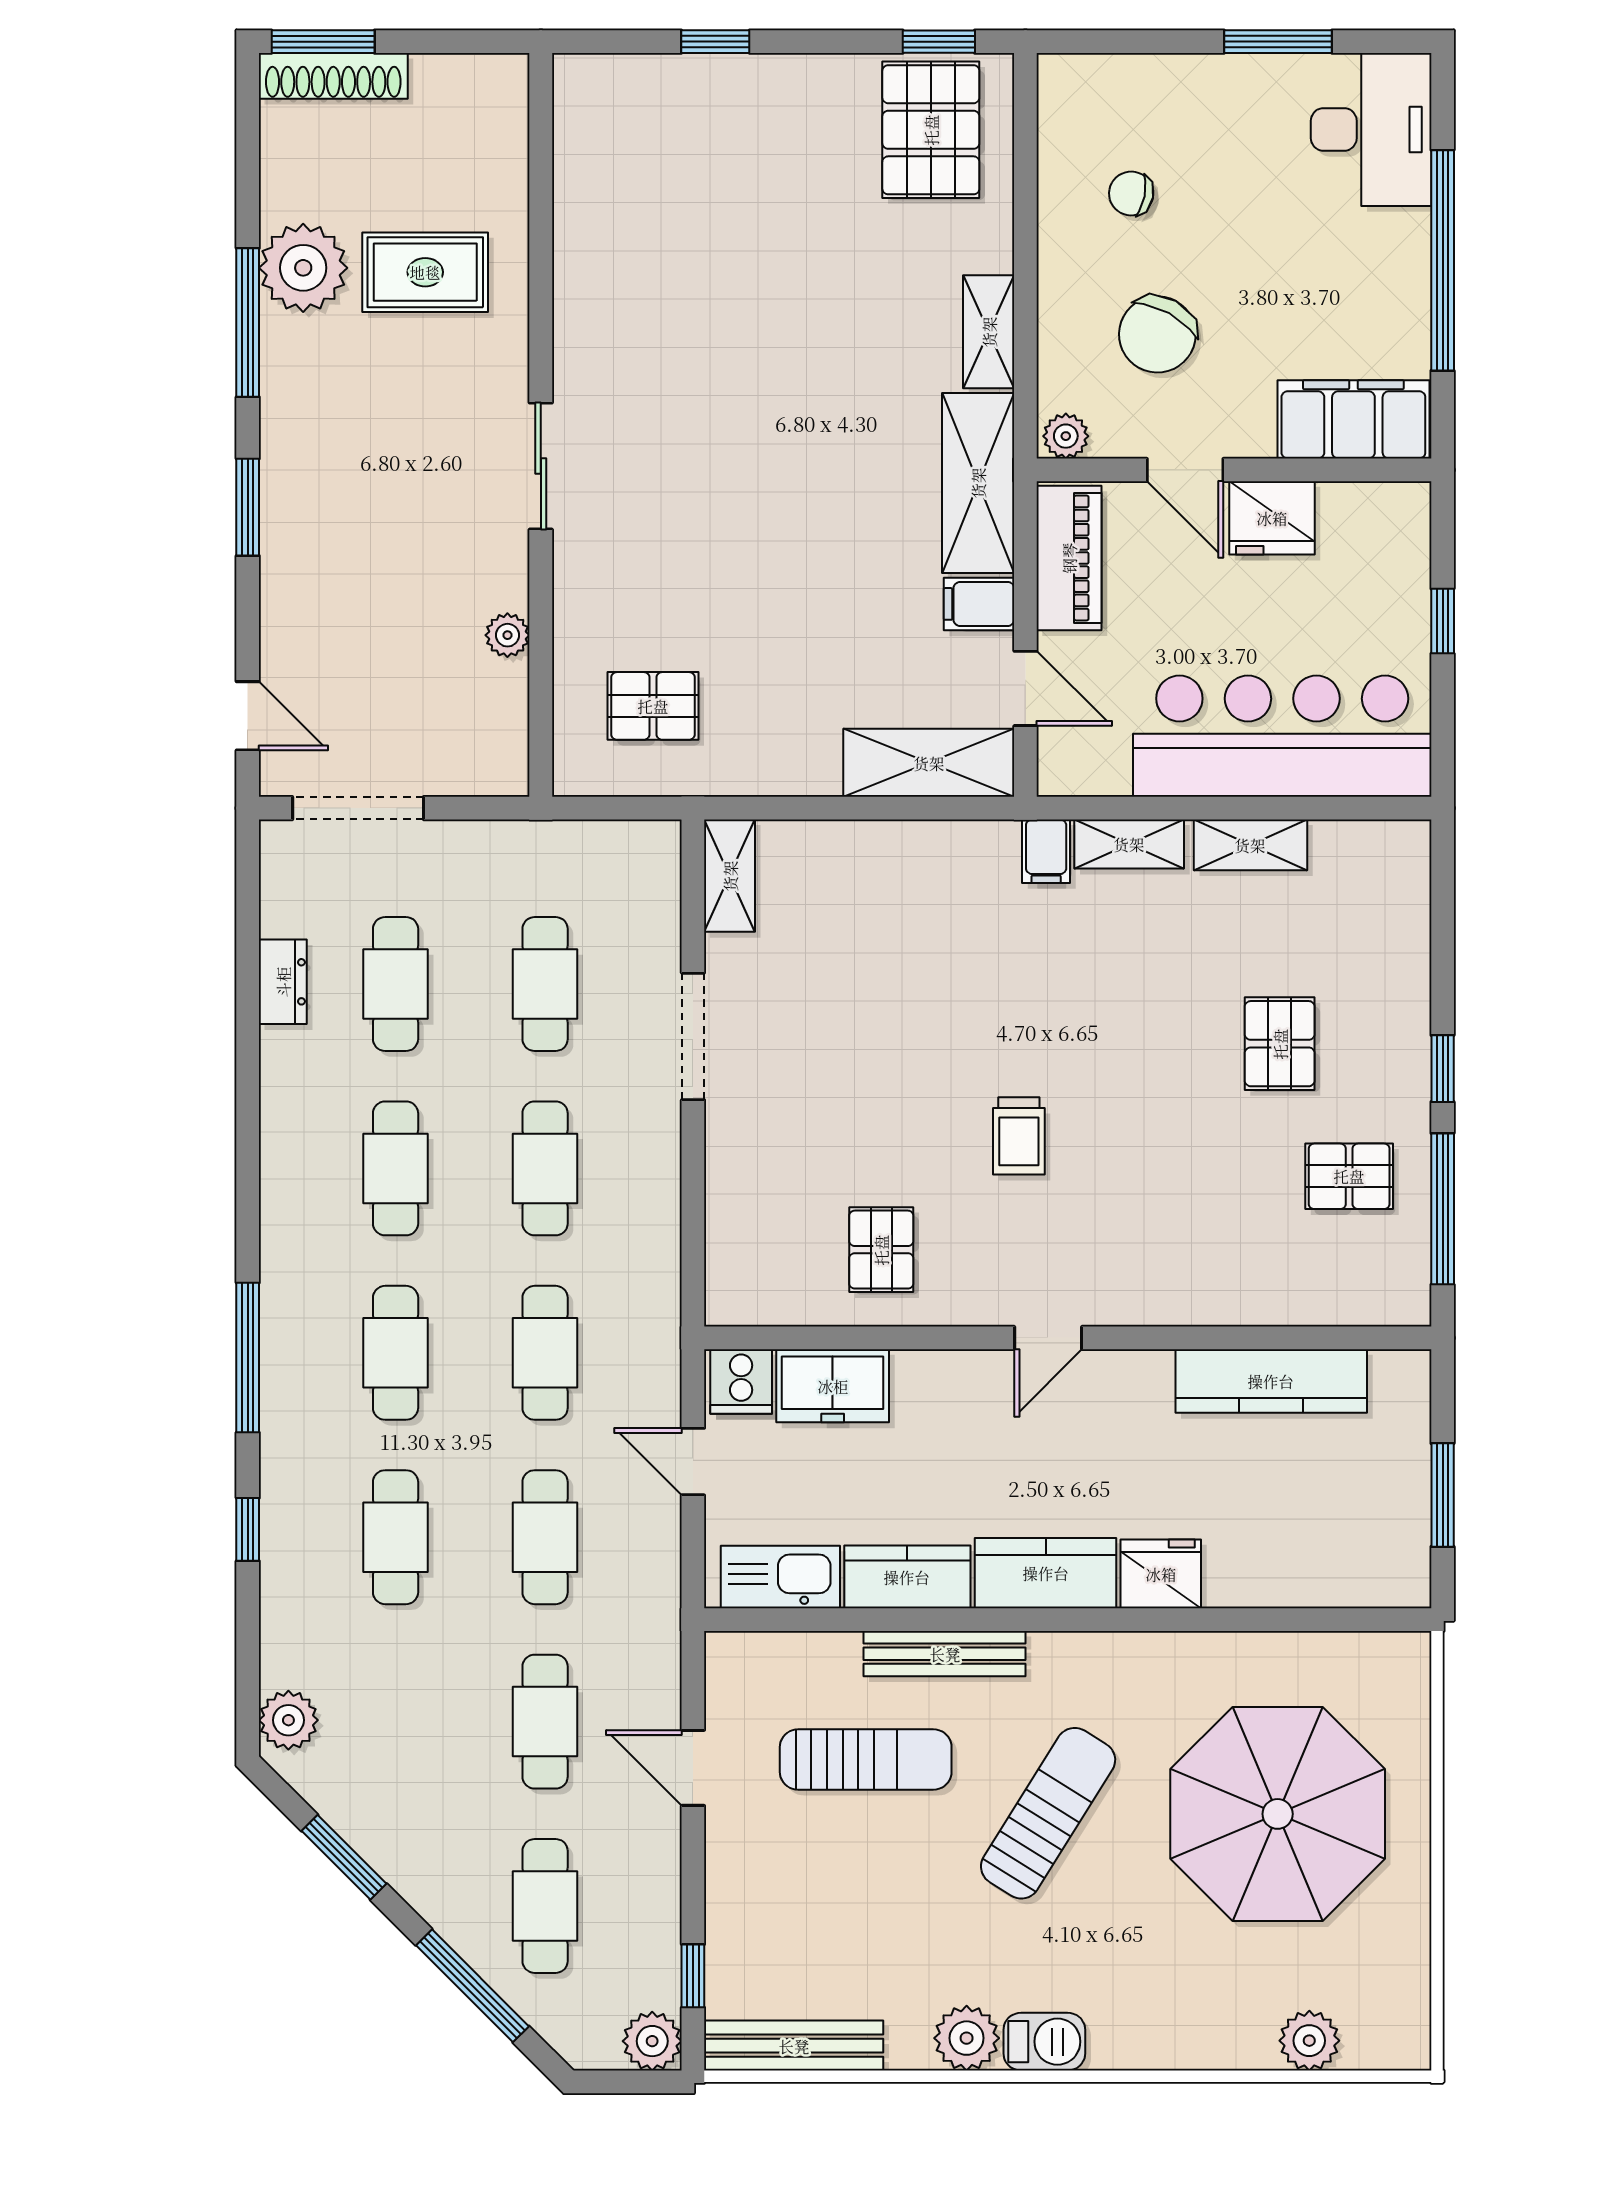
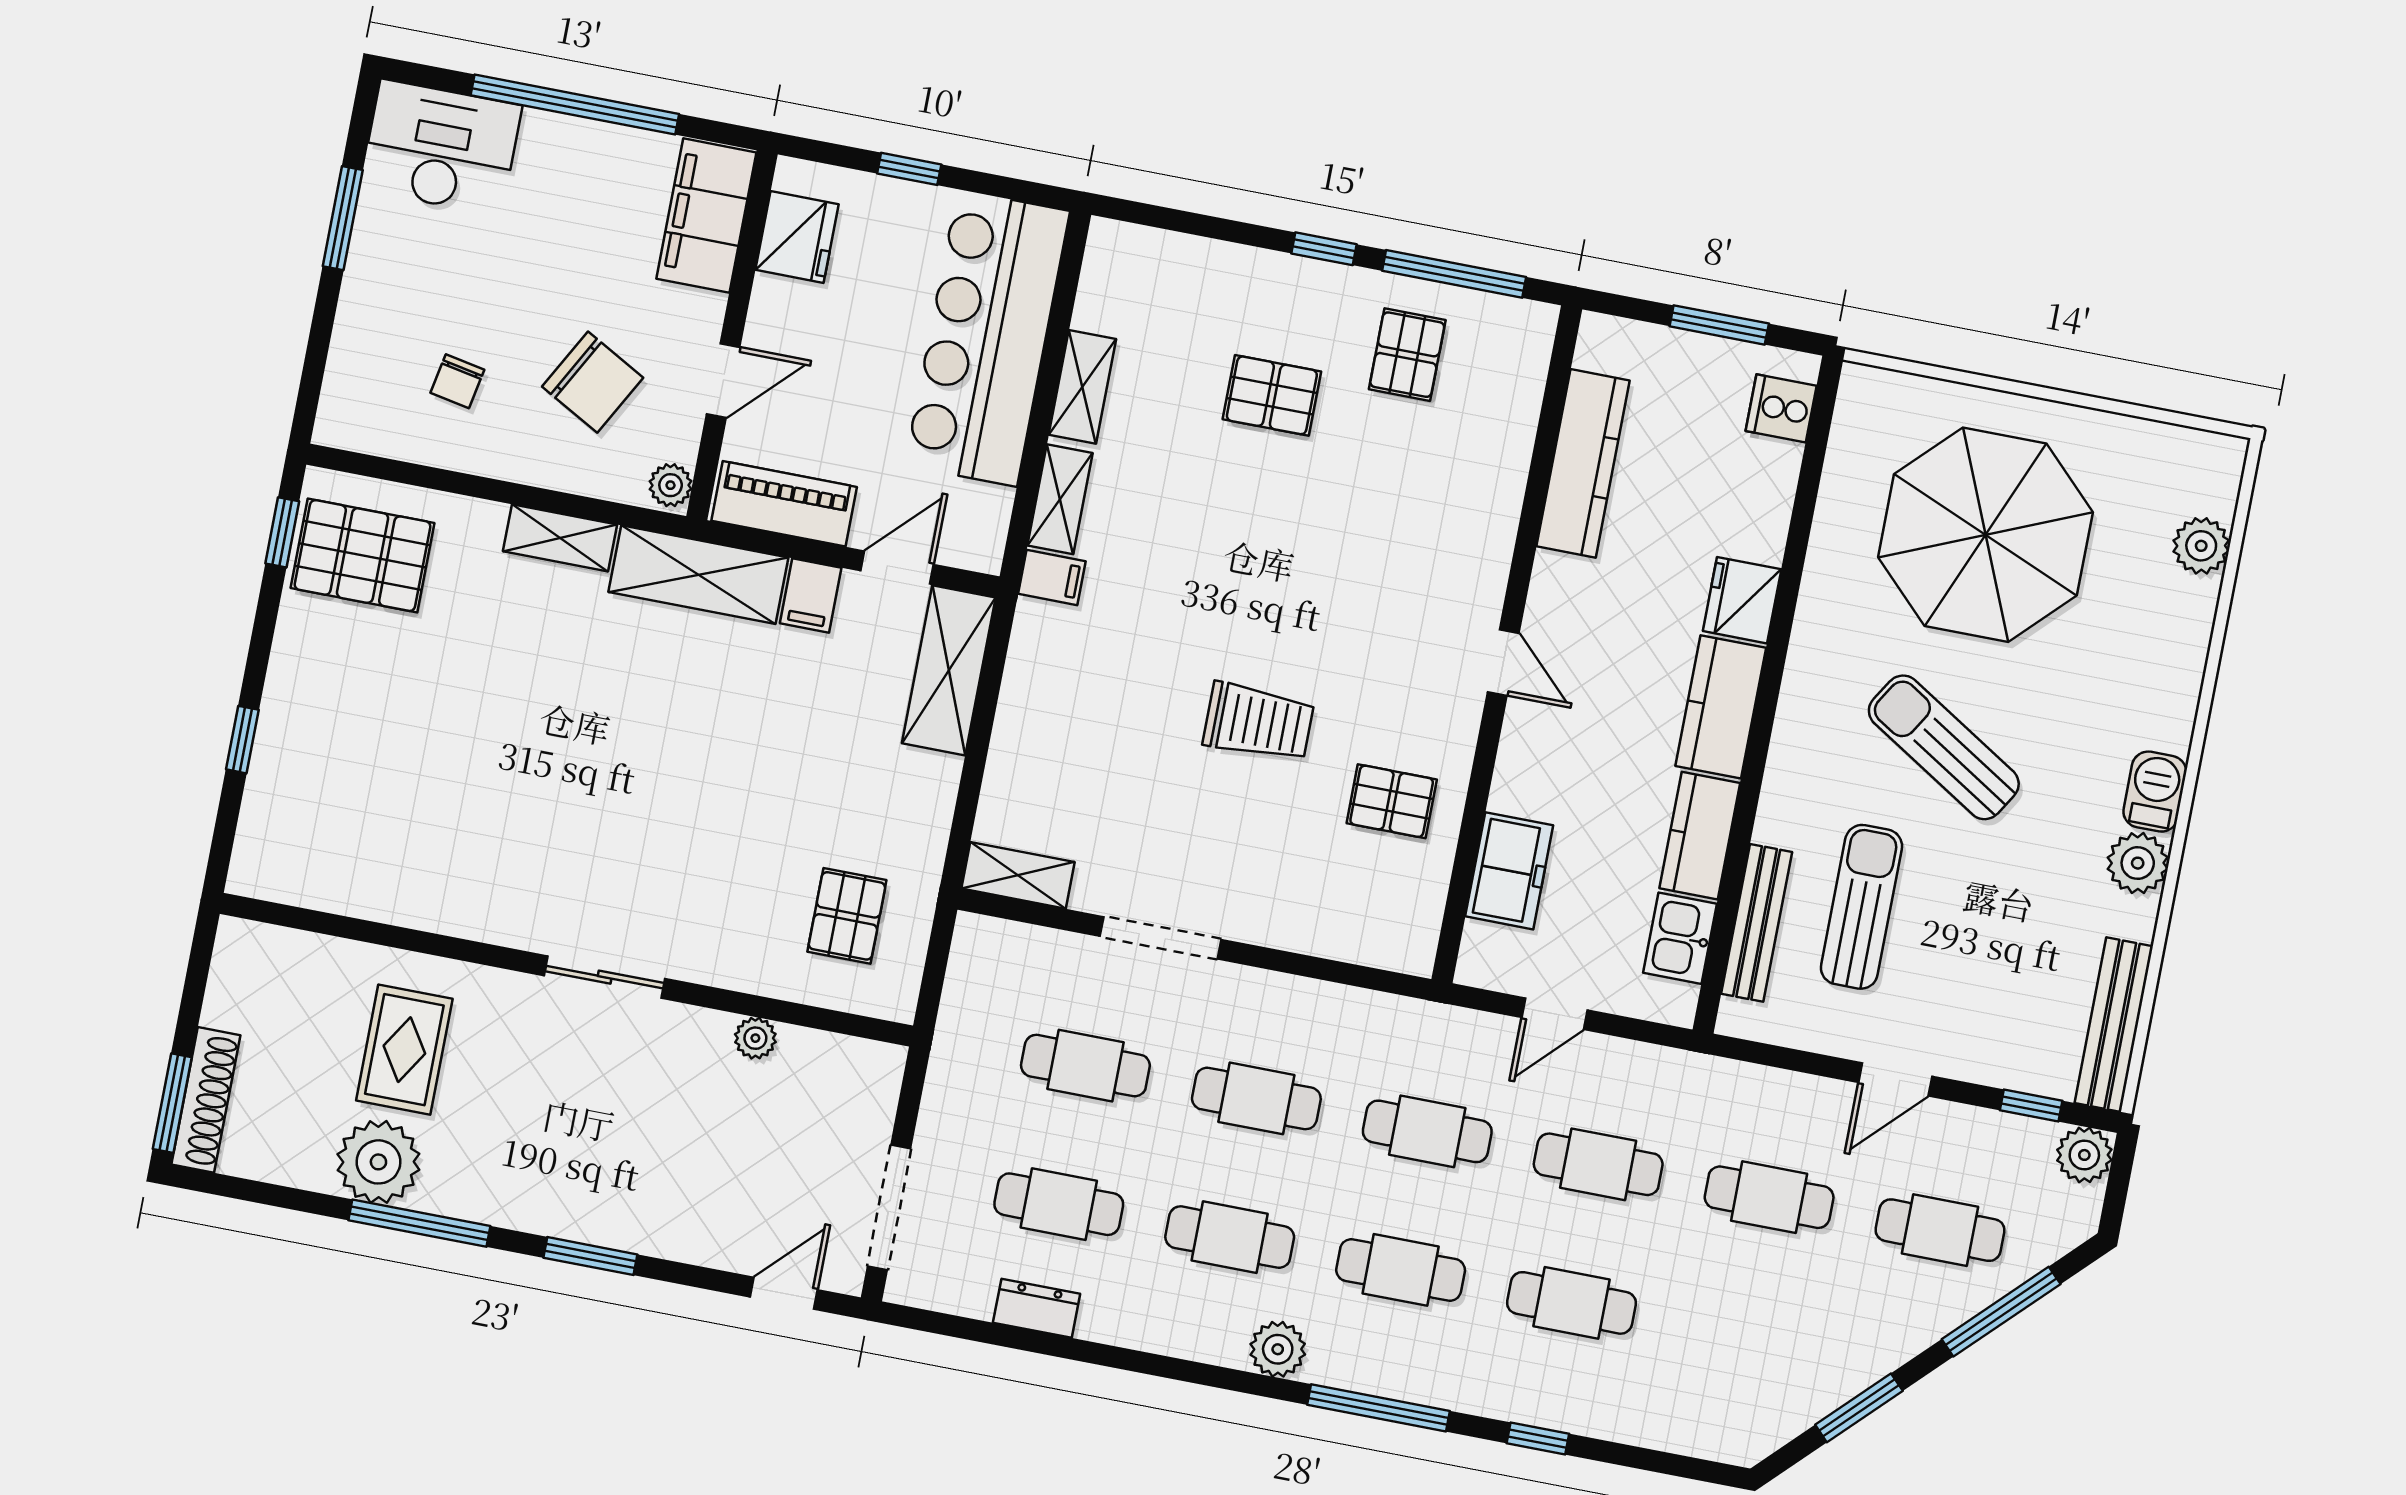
fridge: (1272, 518) -> (797, 237), moved
trolley: (1019, 1136) -> (1258, 722), moved, width x1.36, depth x1.39
cooker: (741, 1382) -> (1781, 408), moved, turned 180
kitchen sink: (780, 1577) -> (1680, 938), width x0.73
bench: (945, 1654) -> (1757, 923), moved
plant: (288, 1720) -> (1278, 1349), moved
door: (693, 1768) -> (1895, 1079), moved

